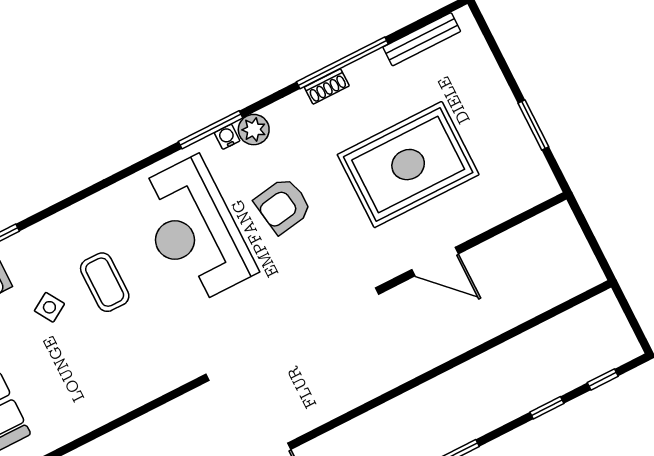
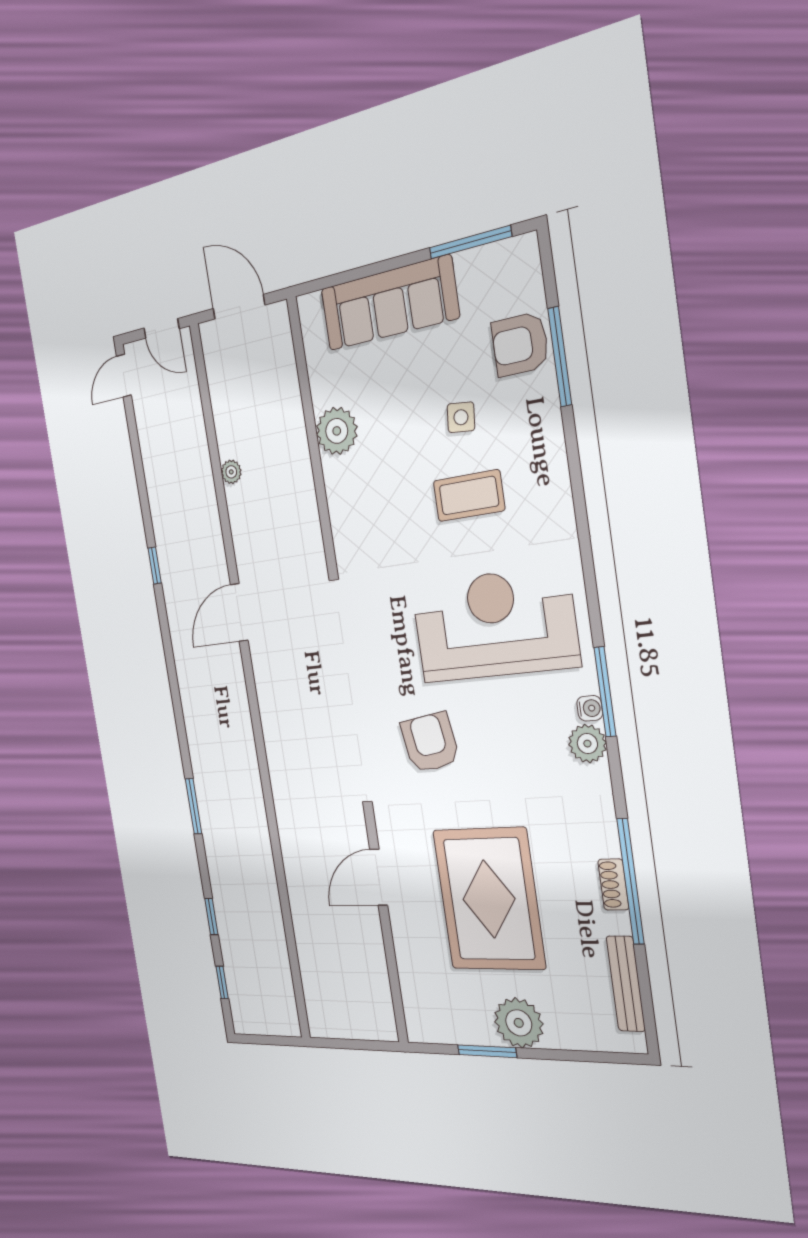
shoe rack: (327, 86) -> (613, 885), moved
plant: (496, 108) -> (519, 1023), added
armchair: (283, 205) -> (430, 743), moved
side table: (49, 307) -> (461, 417), turned 38
plant: (91, 410) -> (337, 431), added

